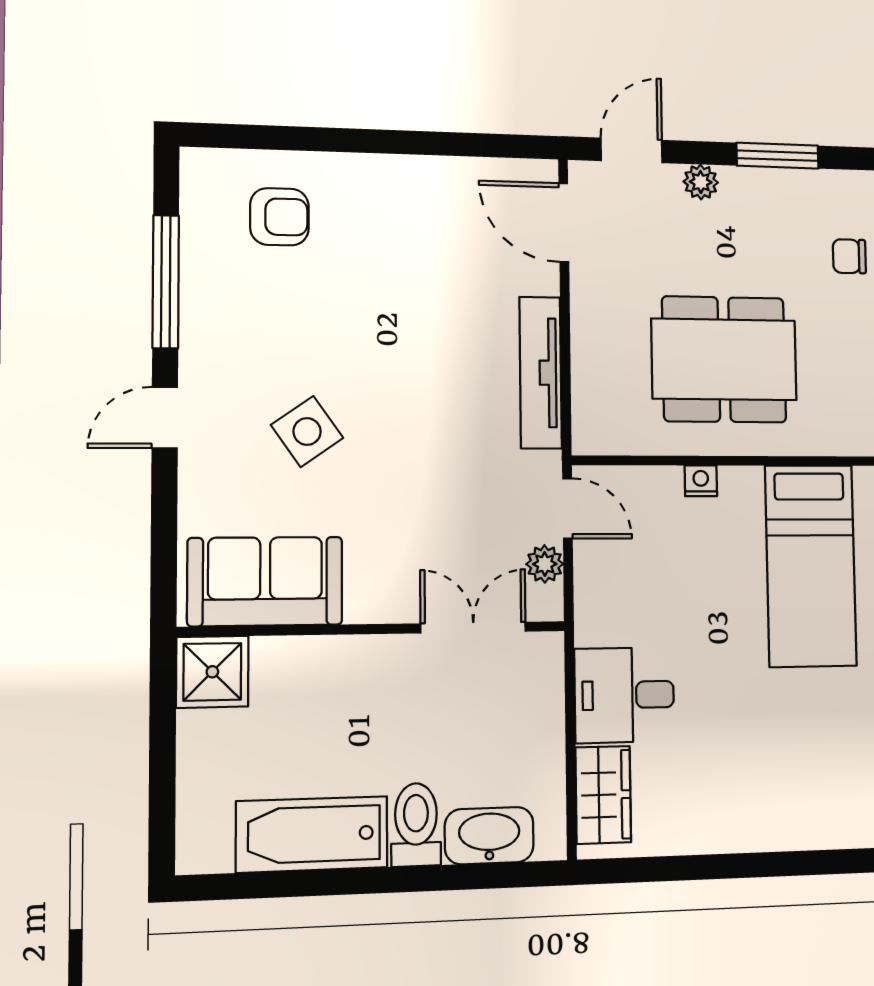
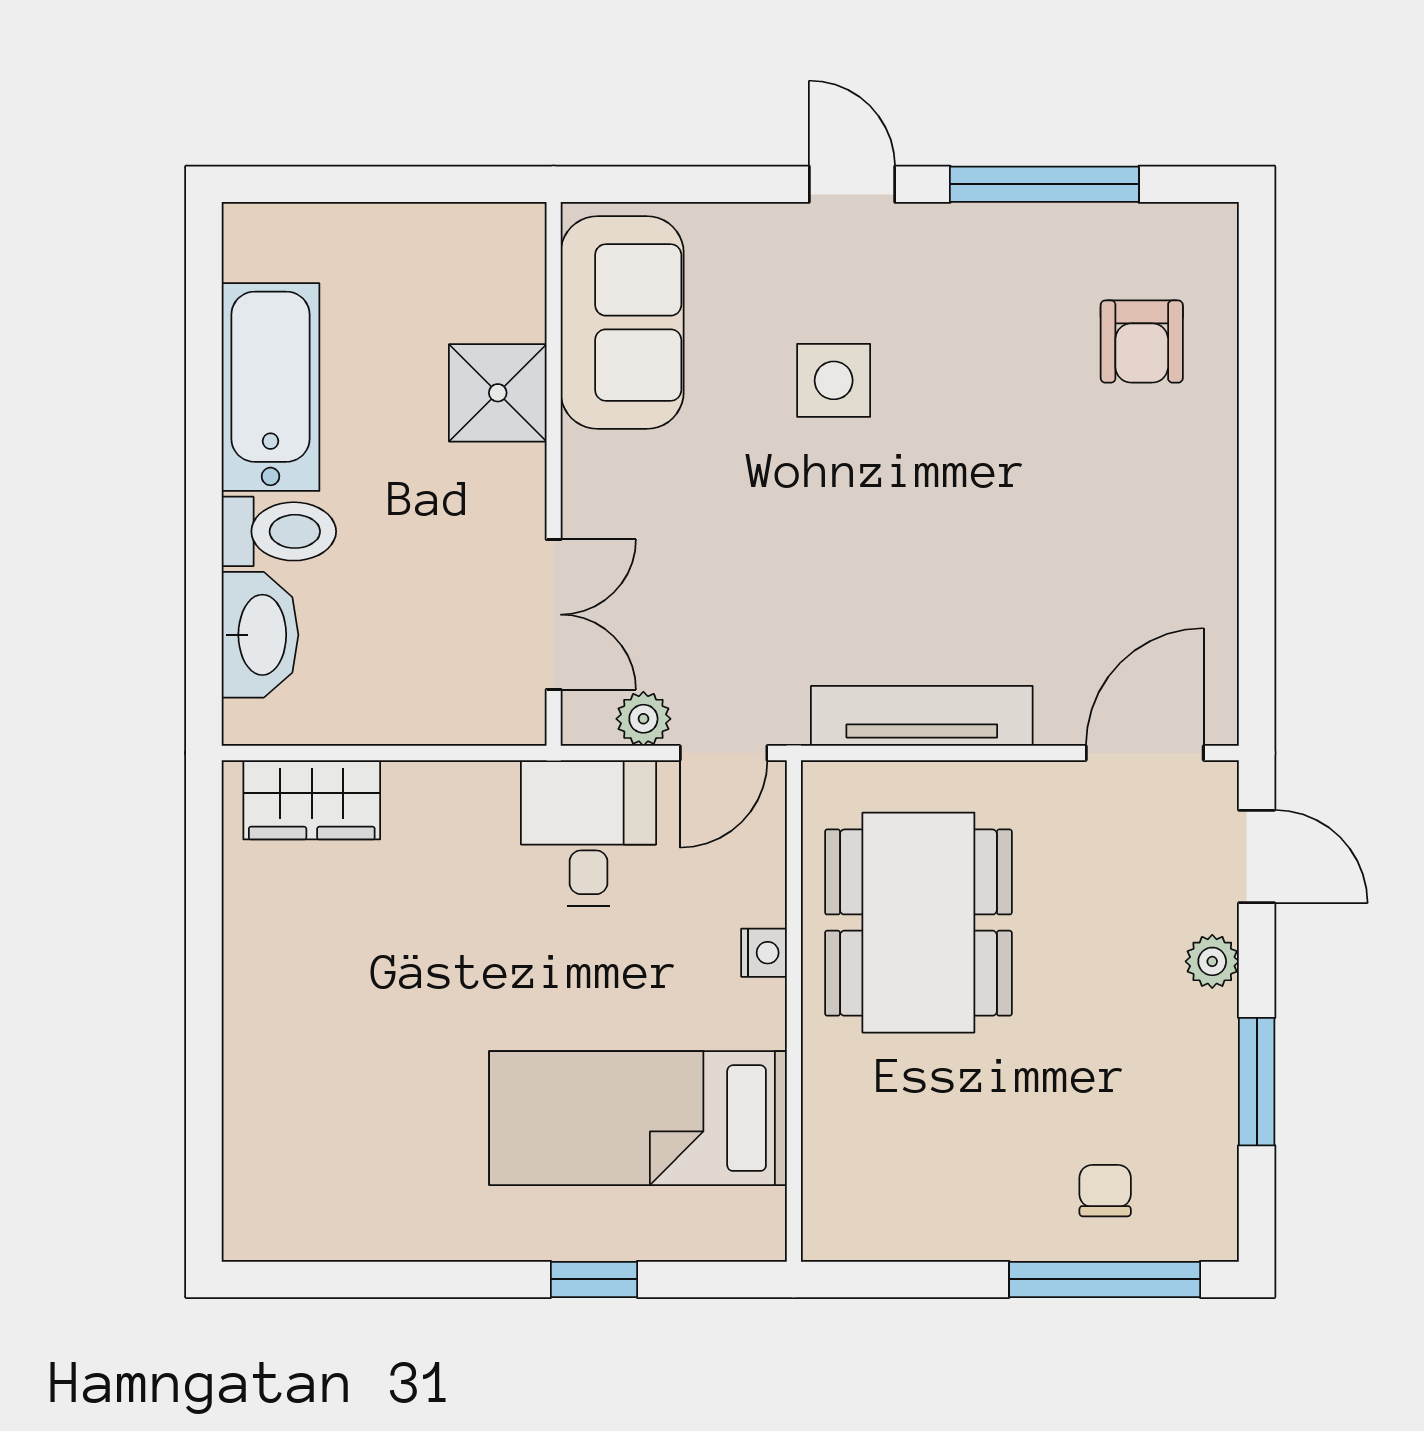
dining table: (724, 359) -> (918, 923), moved
side table: (307, 432) -> (834, 380), turned 35
shower: (212, 672) -> (498, 393), moved
desk: (624, 695) -> (588, 833), moved

